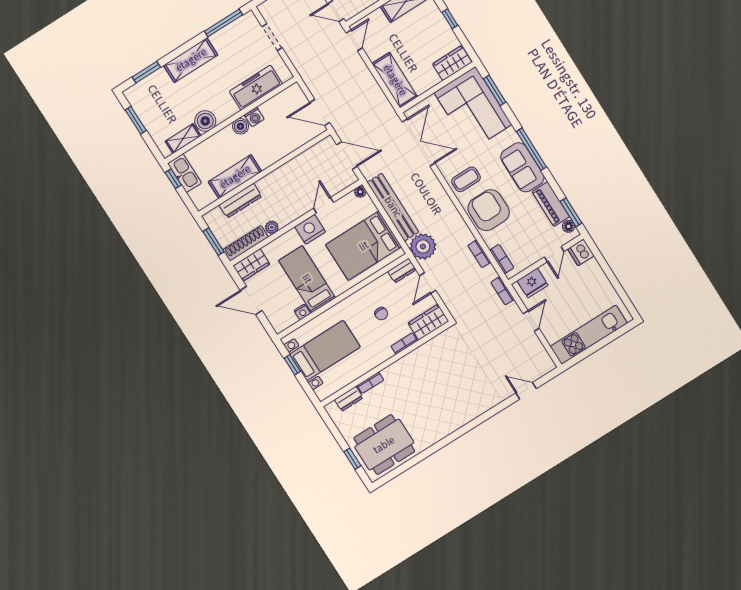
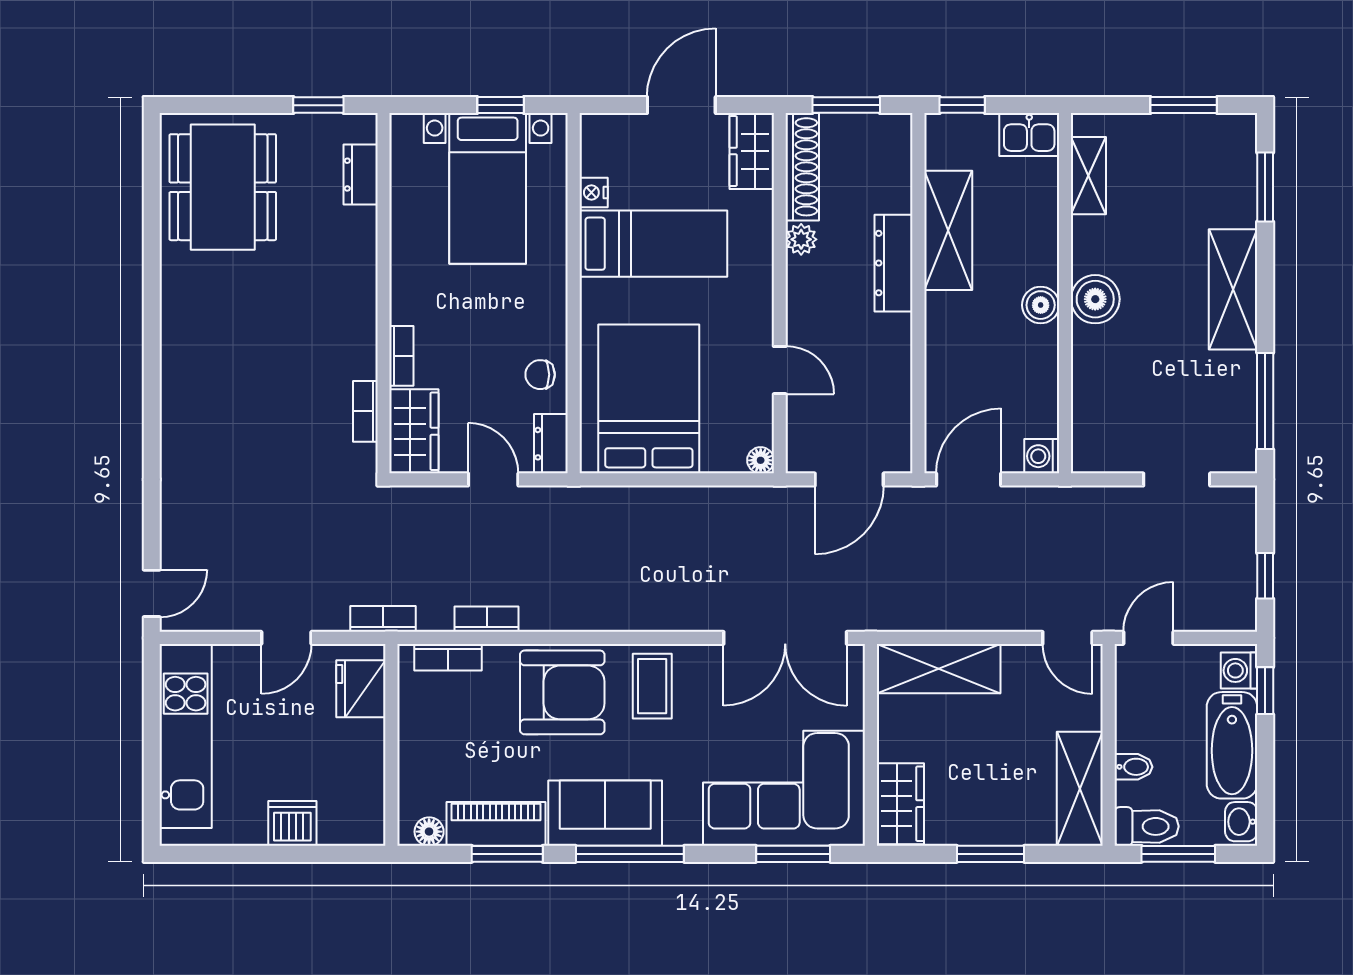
window: (450, 19) -> (991, 854), width x1.50
freezer: (256, 88) -> (1098, 384), removed
washing machine: (254, 117) -> (1042, 456), moved
boiler: (205, 121) -> (1095, 299), moved
kitchen sink: (185, 173) -> (1029, 135), width x0.73
window: (173, 179) -> (962, 105), moved
dresser: (240, 201) -> (893, 263), moved
bench: (393, 207) -> (689, 506), removed
window: (571, 212) -> (507, 854), moved
nightstand: (310, 229) -> (749, 313), removed
plant: (423, 246) -> (572, 516), removed
dishwasher: (581, 252) -> (292, 823), moved
door: (554, 254) -> (391, 768), removed
chair: (381, 314) -> (540, 375), moved
door: (531, 321) -> (286, 638), hinge flipped
bookcase: (370, 383) -> (365, 411), moved
door: (526, 391) -> (152, 593), moved
window: (352, 459) -> (318, 105), moved

